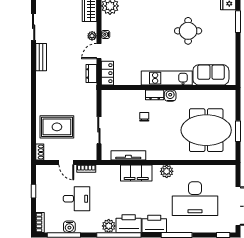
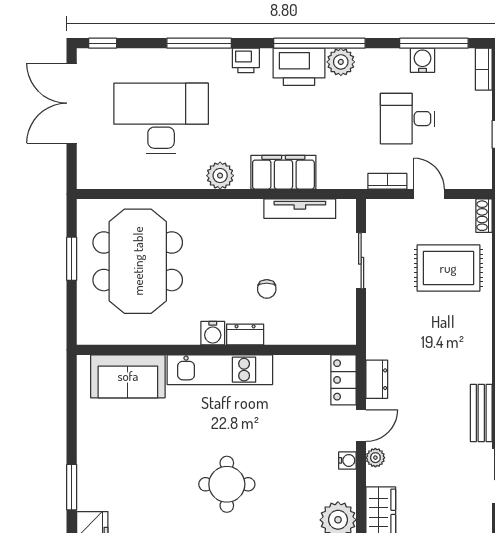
round table: (188, 31) -> (227, 484), moved
meeting table: (206, 130) -> (138, 261), turned 90
printer: (154, 224) -> (246, 60), width x0.53, depth x0.68

